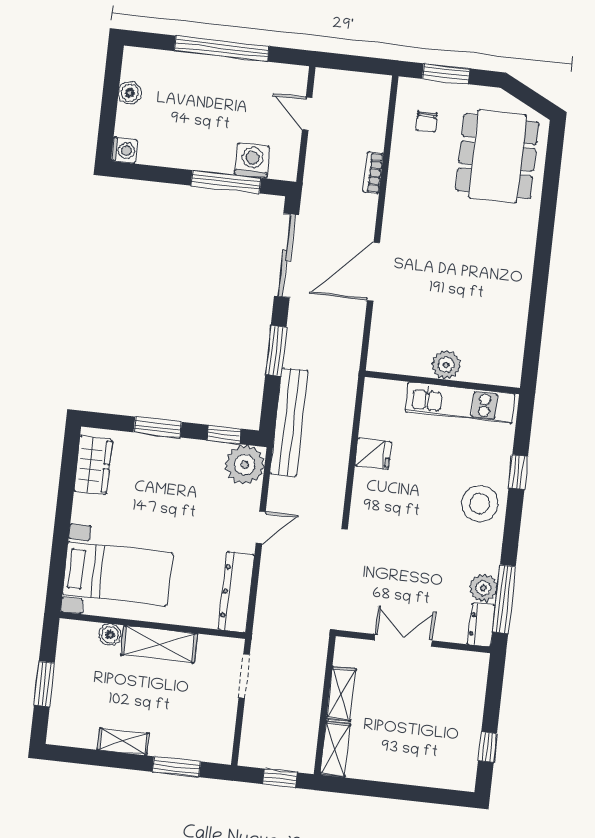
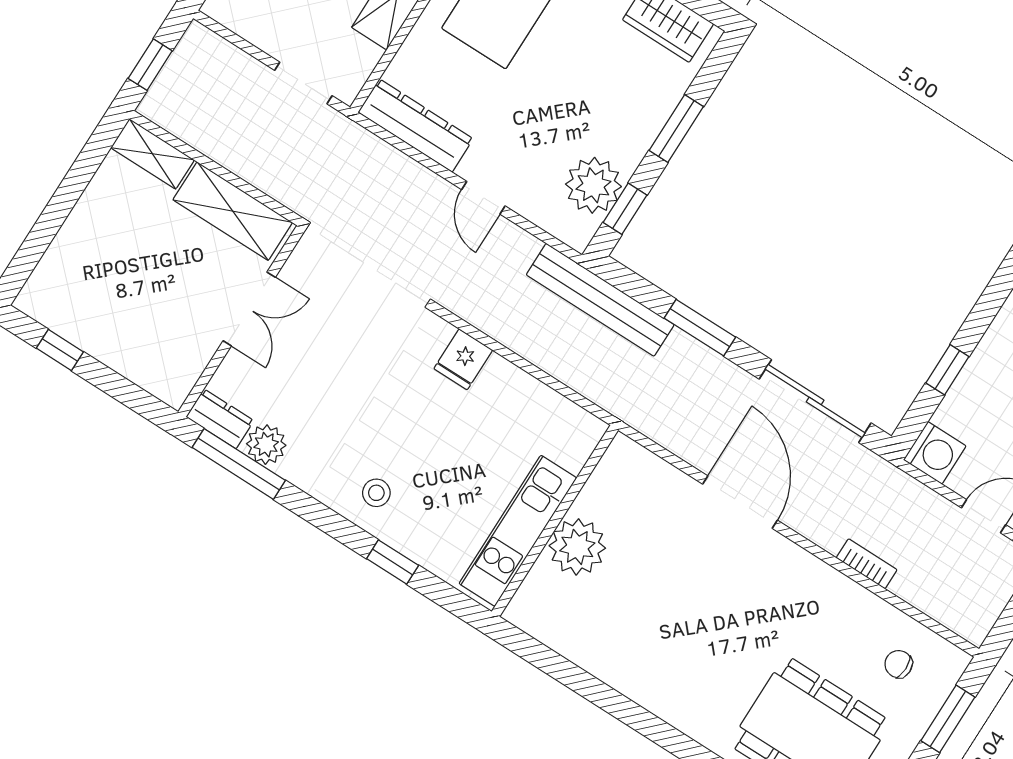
washing machine: (252, 161) -> (935, 453), moved
window: (226, 182) -> (947, 370), width x0.46
plant: (446, 365) -> (577, 547), width x1.36, depth x1.36
fridge: (373, 454) -> (463, 359), moved
plant: (245, 465) -> (593, 185), moved
stool: (480, 504) -> (376, 493), width x0.53, depth x0.53
shelving: (341, 694) -> (233, 211), width x1.50, depth x1.33

